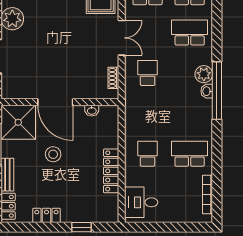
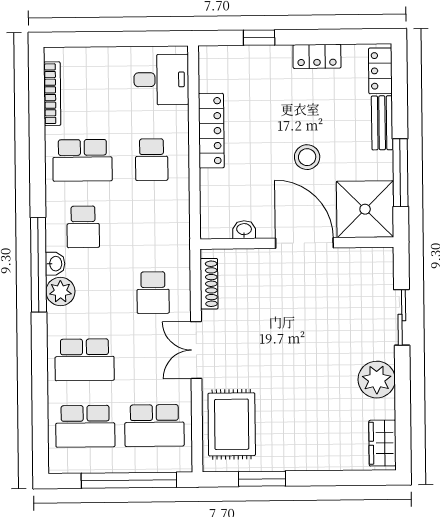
shoe rack: (113, 78) -> (209, 284), width x1.43
school desk: (190, 113) -> (83, 227), added

